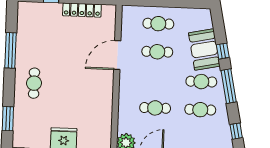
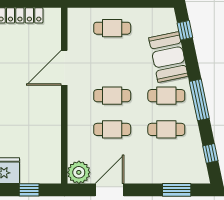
window: (223, 51) -> (185, 30), moved
cafe table: (157, 52) -> (112, 96), moved

